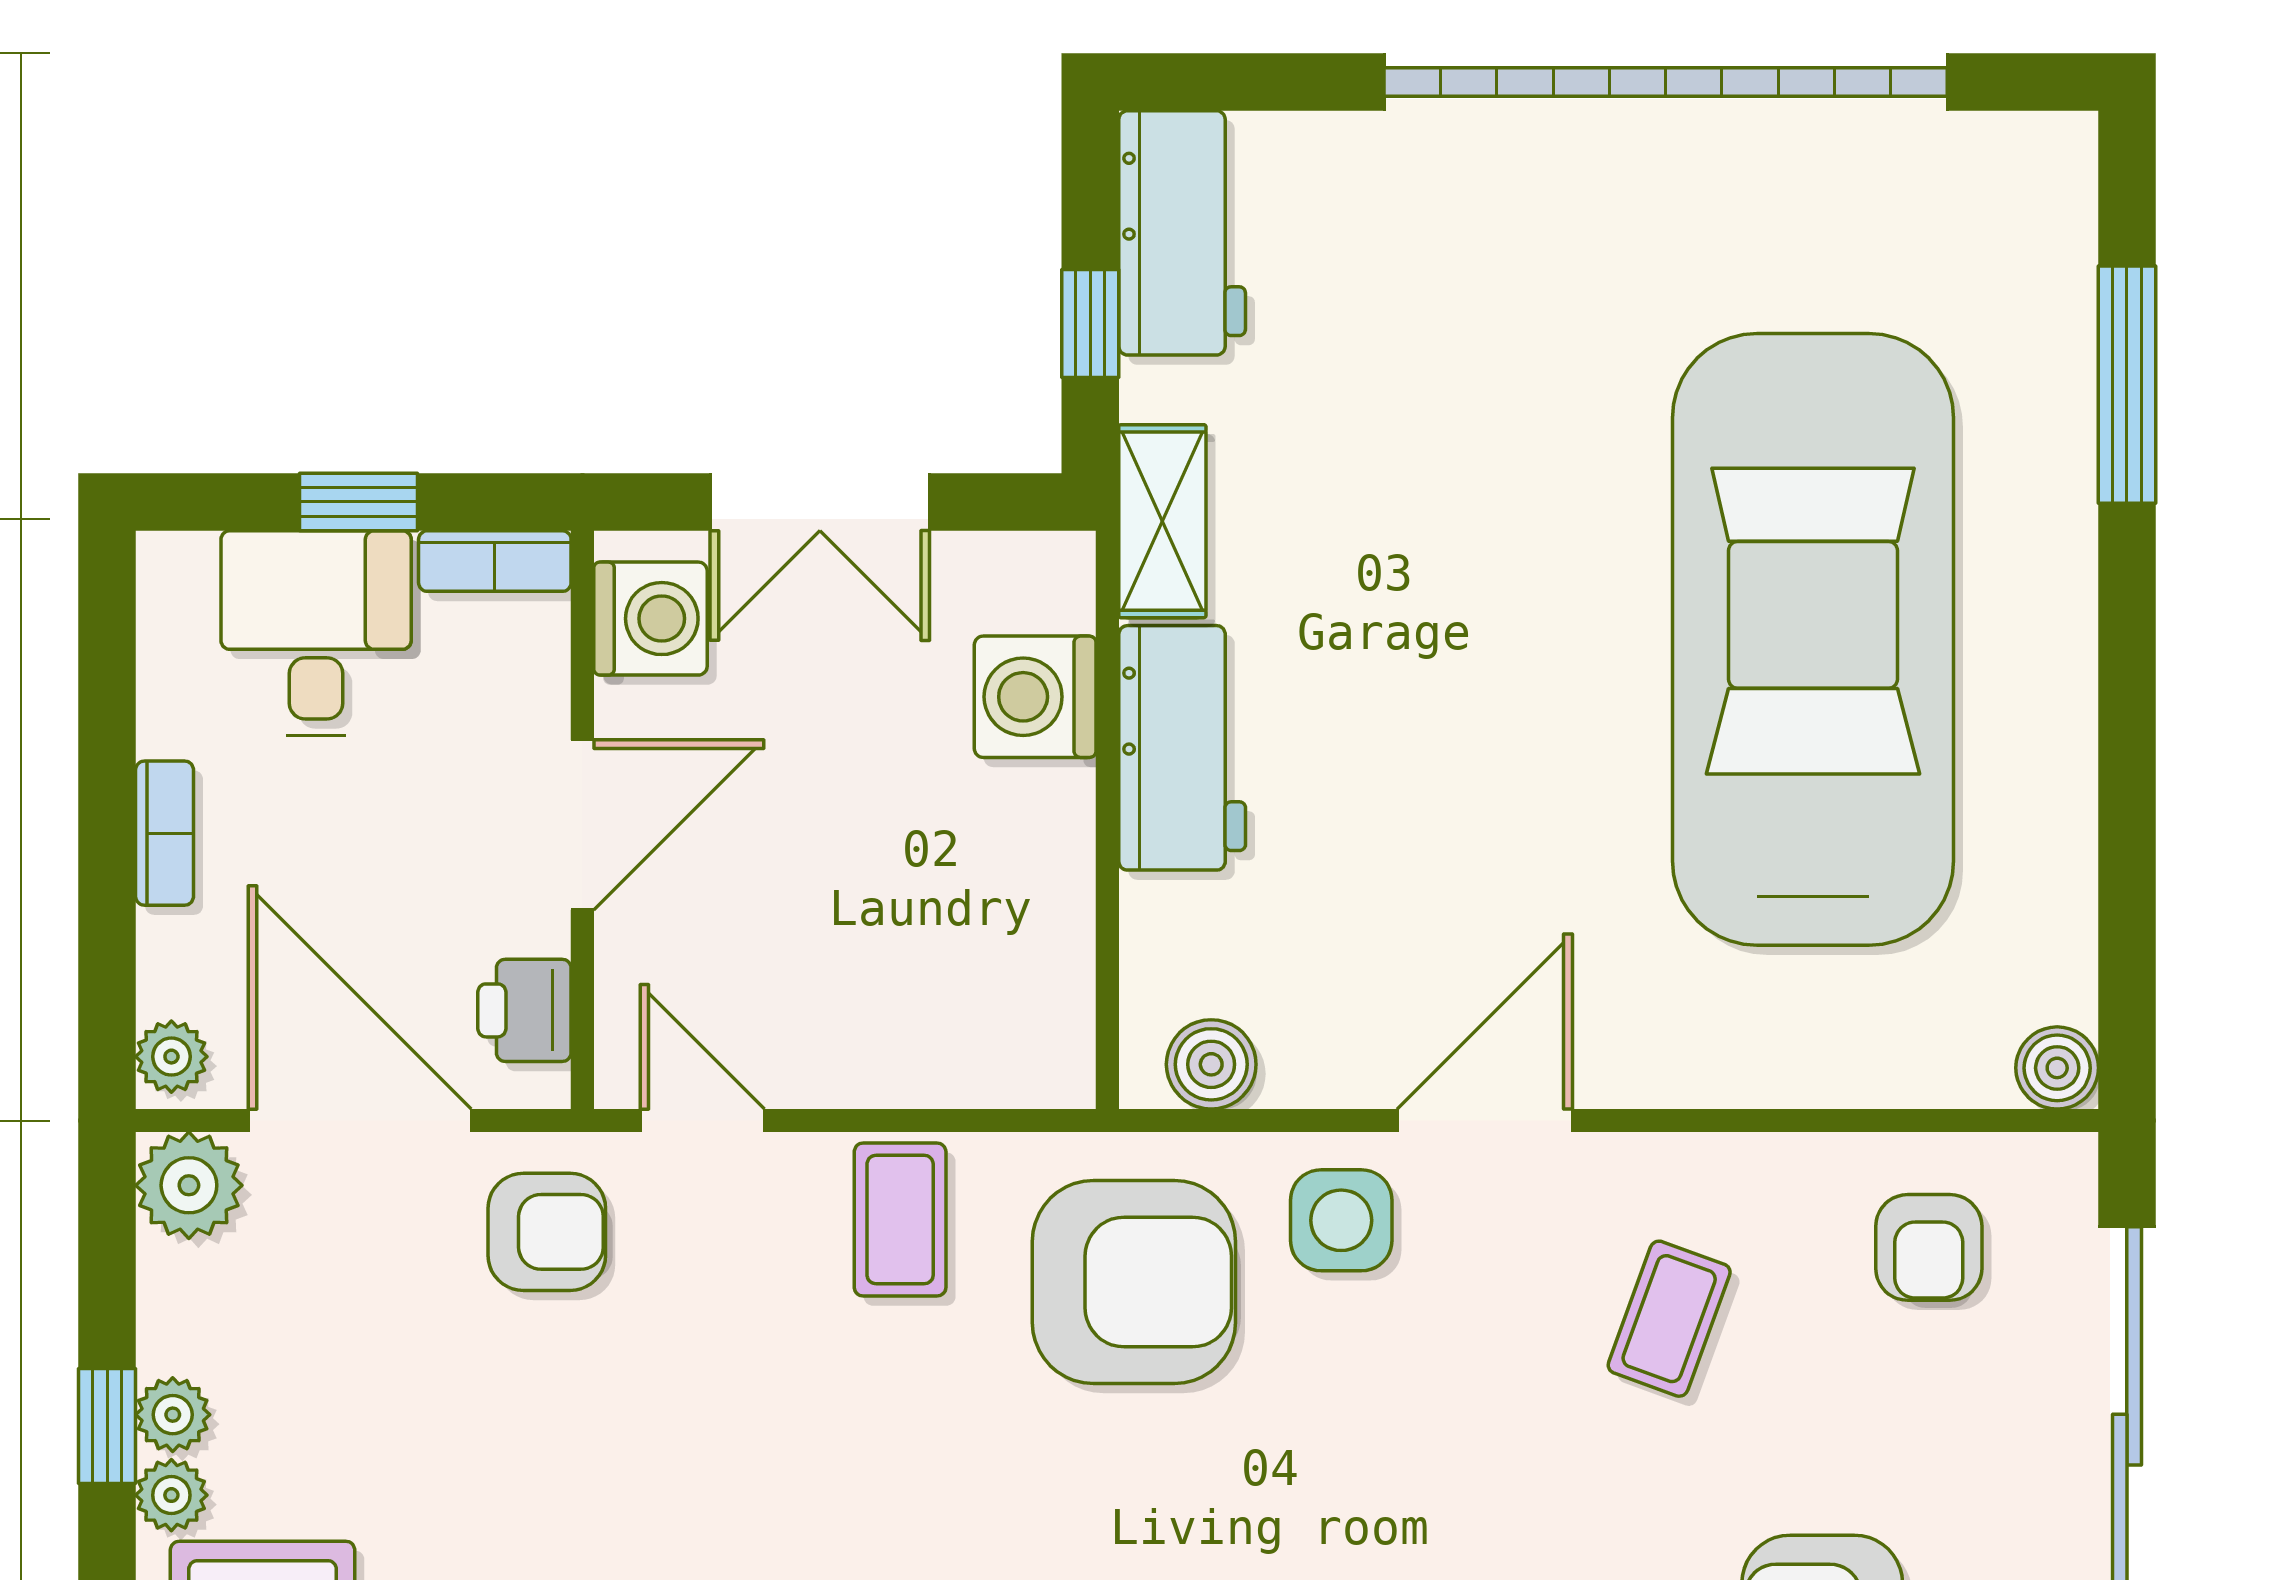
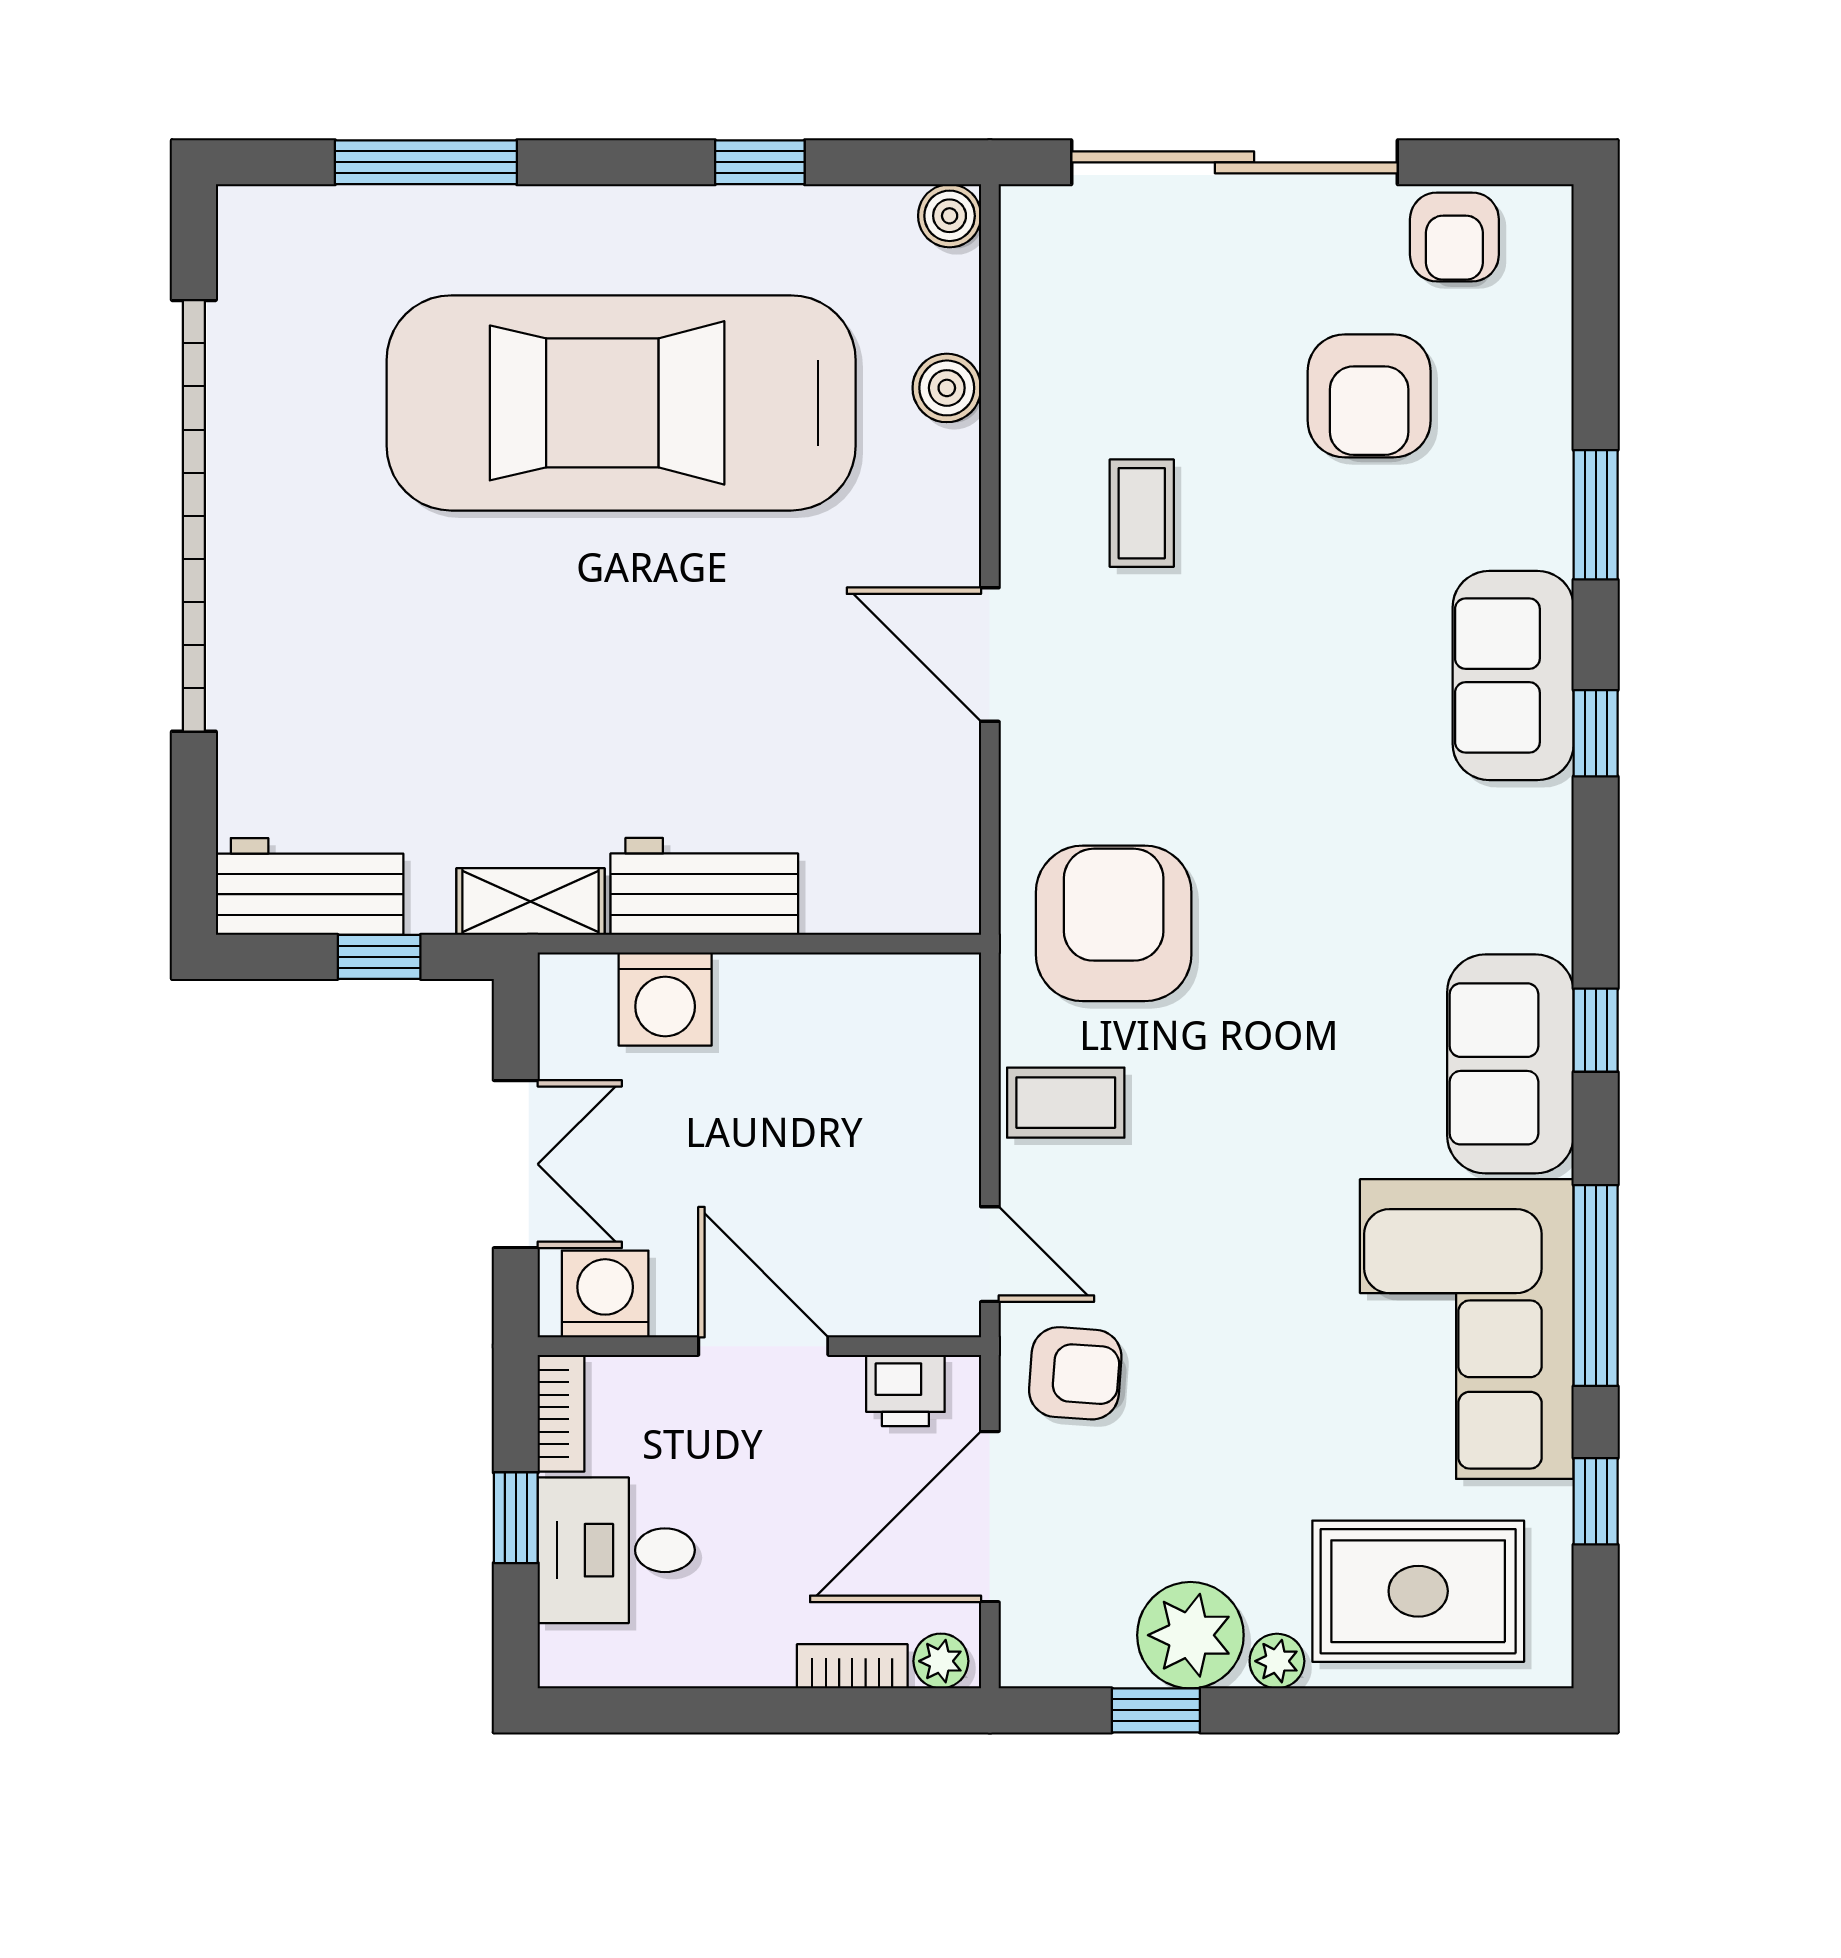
window: (2127, 820) -> (760, 162), added
bookcase: (165, 833) -> (852, 1666), moved
boiler: (1211, 1064) -> (947, 388), moved
door: (702, 1121) -> (990, 1254), swing flipped
plant: (189, 1185) -> (1039, 1648), removed
side table: (1341, 1220) -> (1066, 764), removed
armchair: (547, 1232) -> (1075, 1373), turned 94
armchair: (1929, 1247) -> (1087, 314), removed
coffee table: (1669, 1319) -> (1142, 513), turned 70
plant: (173, 1415) -> (1190, 1635), width x1.87, depth x1.87
window: (107, 1426) -> (1156, 1710), moved

